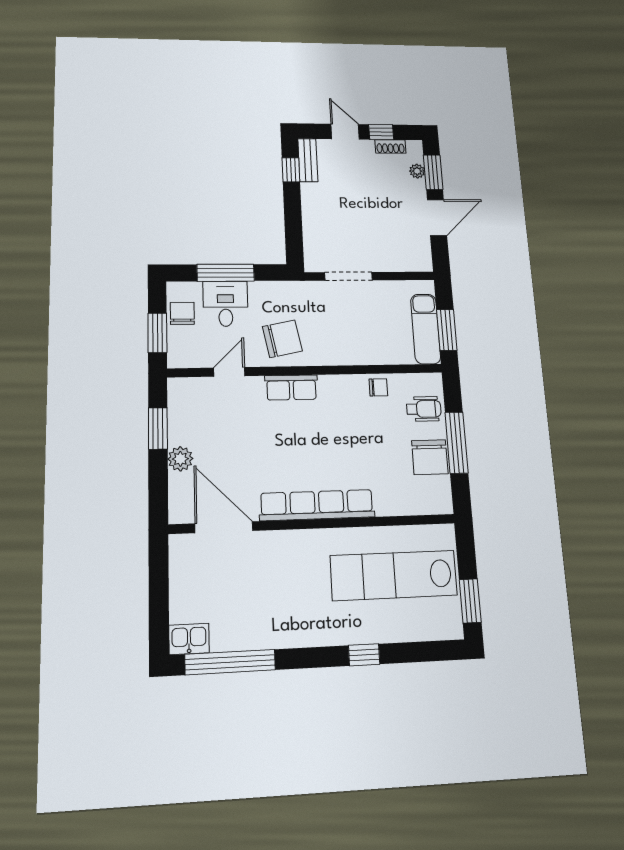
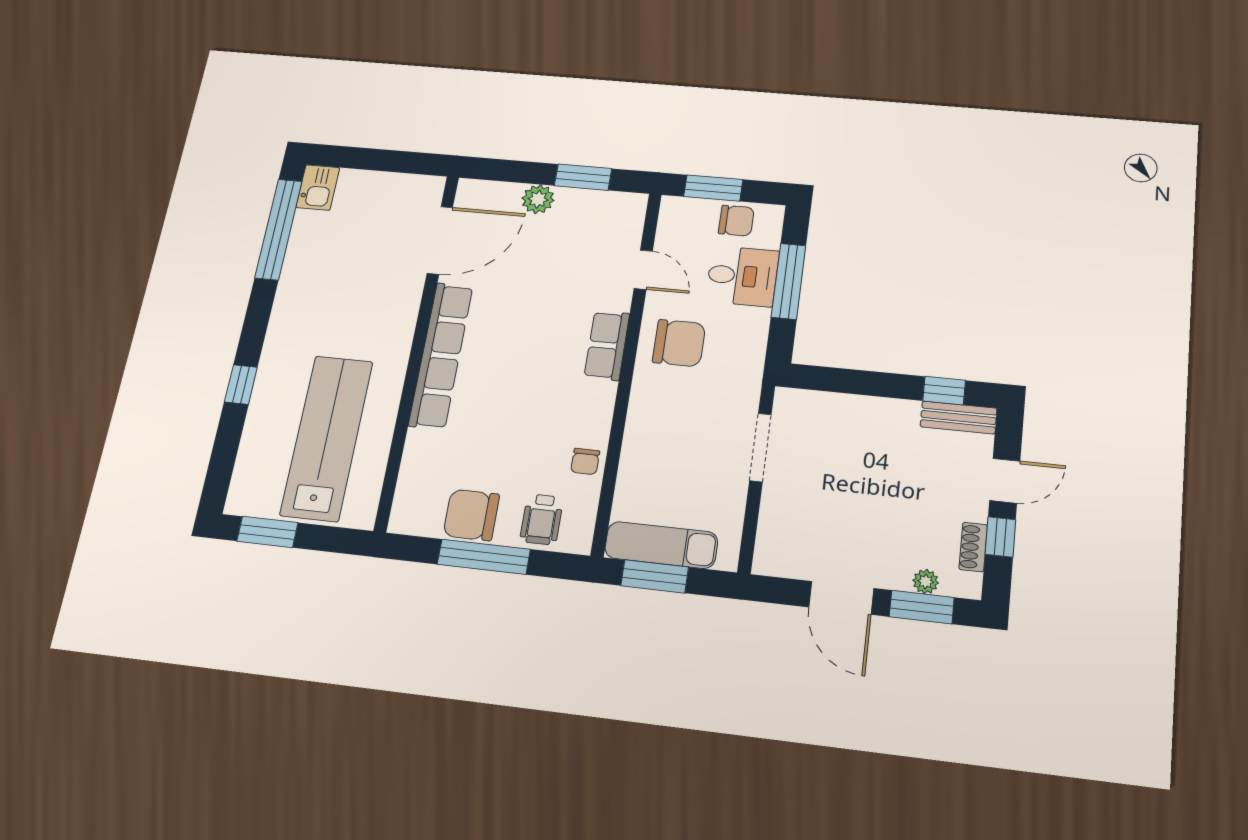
chair: (282, 339) -> (679, 343), turned -79

